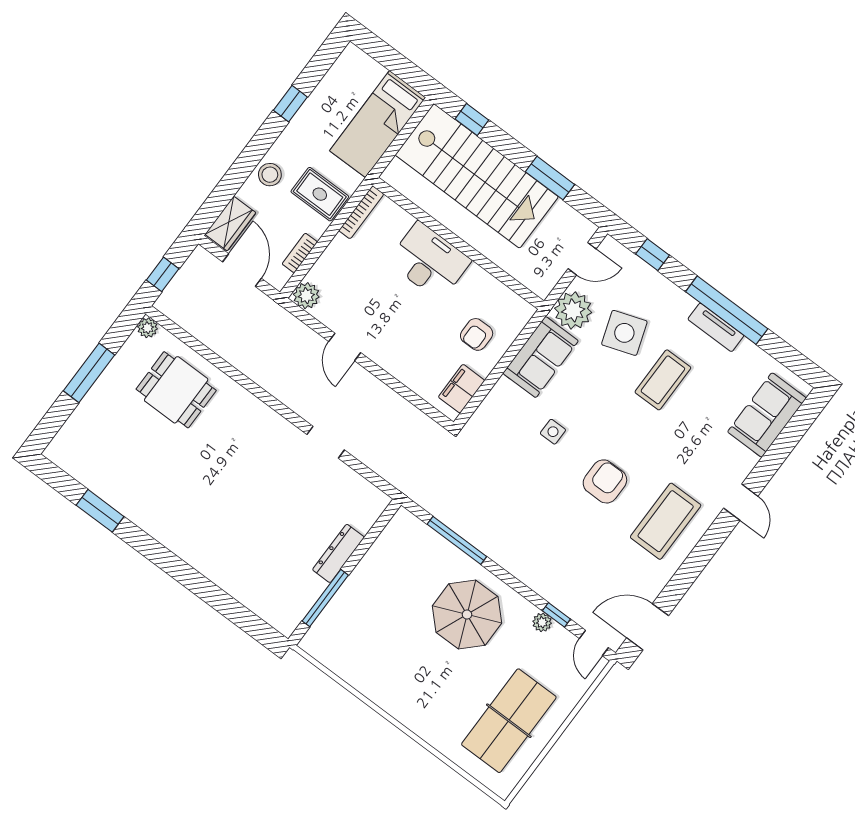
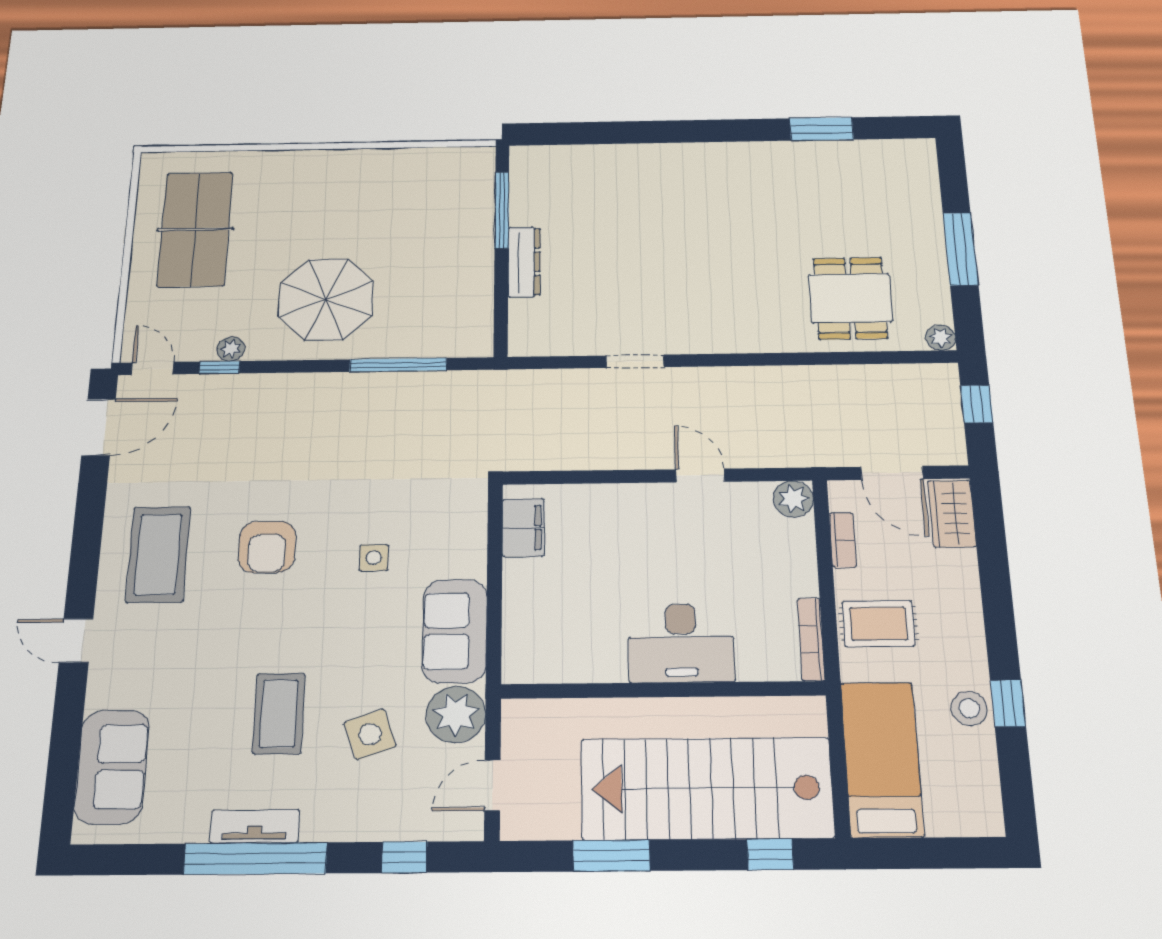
stool: (270, 175) -> (969, 709), moved
side table: (624, 333) -> (370, 734), width x0.73, depth x0.73
armchair: (477, 334) -> (554, 601), removed
dining table: (176, 390) -> (850, 298), turned 90

